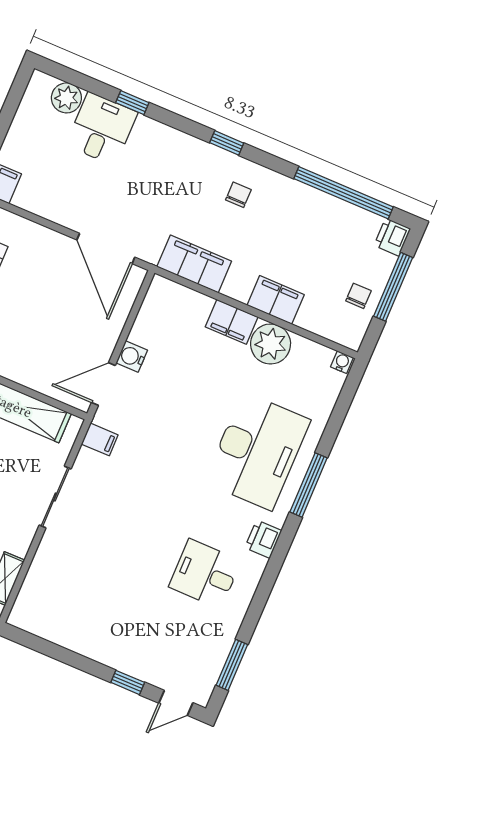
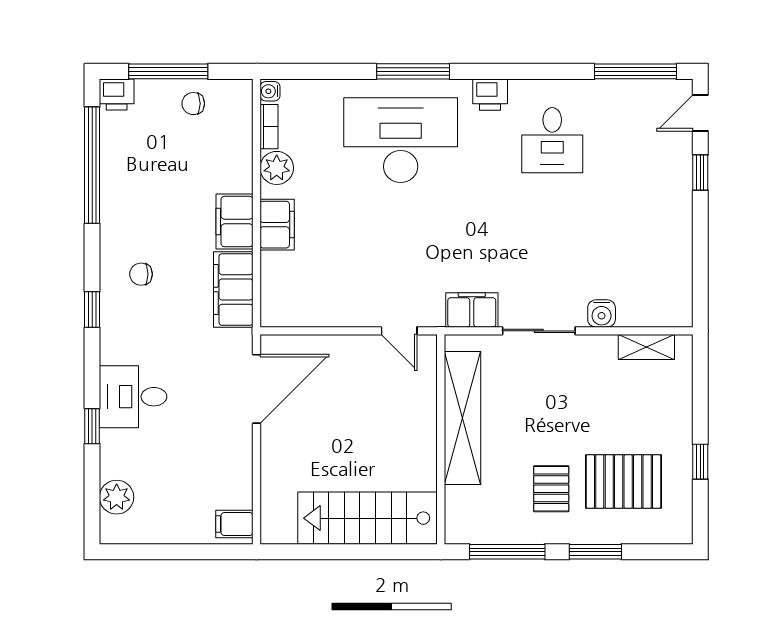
desk: (102, 129) -> (133, 397), moved
filing cabinet: (276, 300) -> (234, 222), moved
plant: (271, 344) -> (277, 168), width x0.73, depth x0.73
bookcase: (314, 349) -> (269, 127), added
water cooler: (132, 357) -> (602, 314), moved
door: (103, 384) -> (399, 331), width x0.73
filing cabinet: (100, 439) -> (472, 310), width x2.00
window: (232, 665) -> (635, 71), width x1.44
door: (176, 703) -> (700, 113), swing flipped

